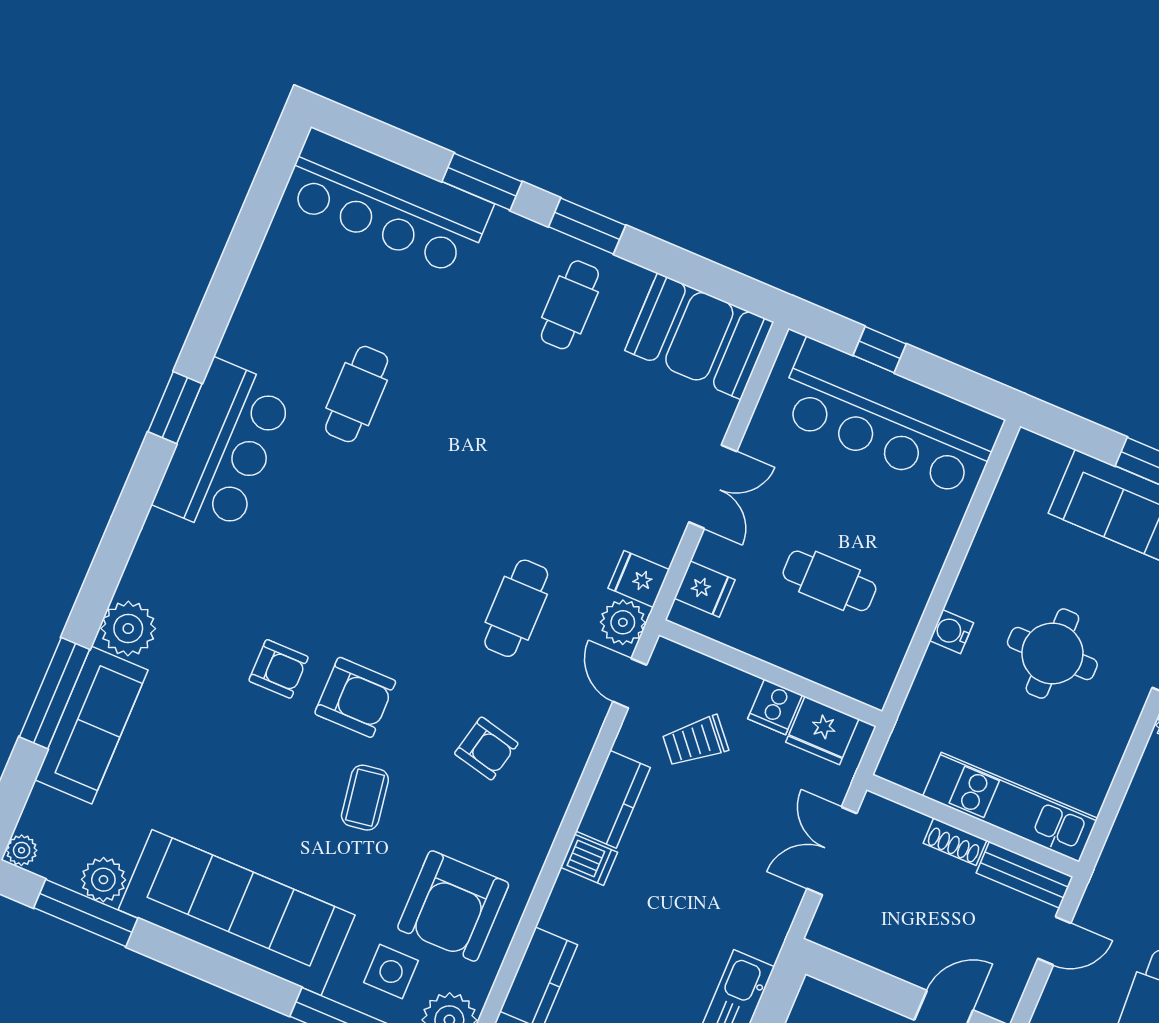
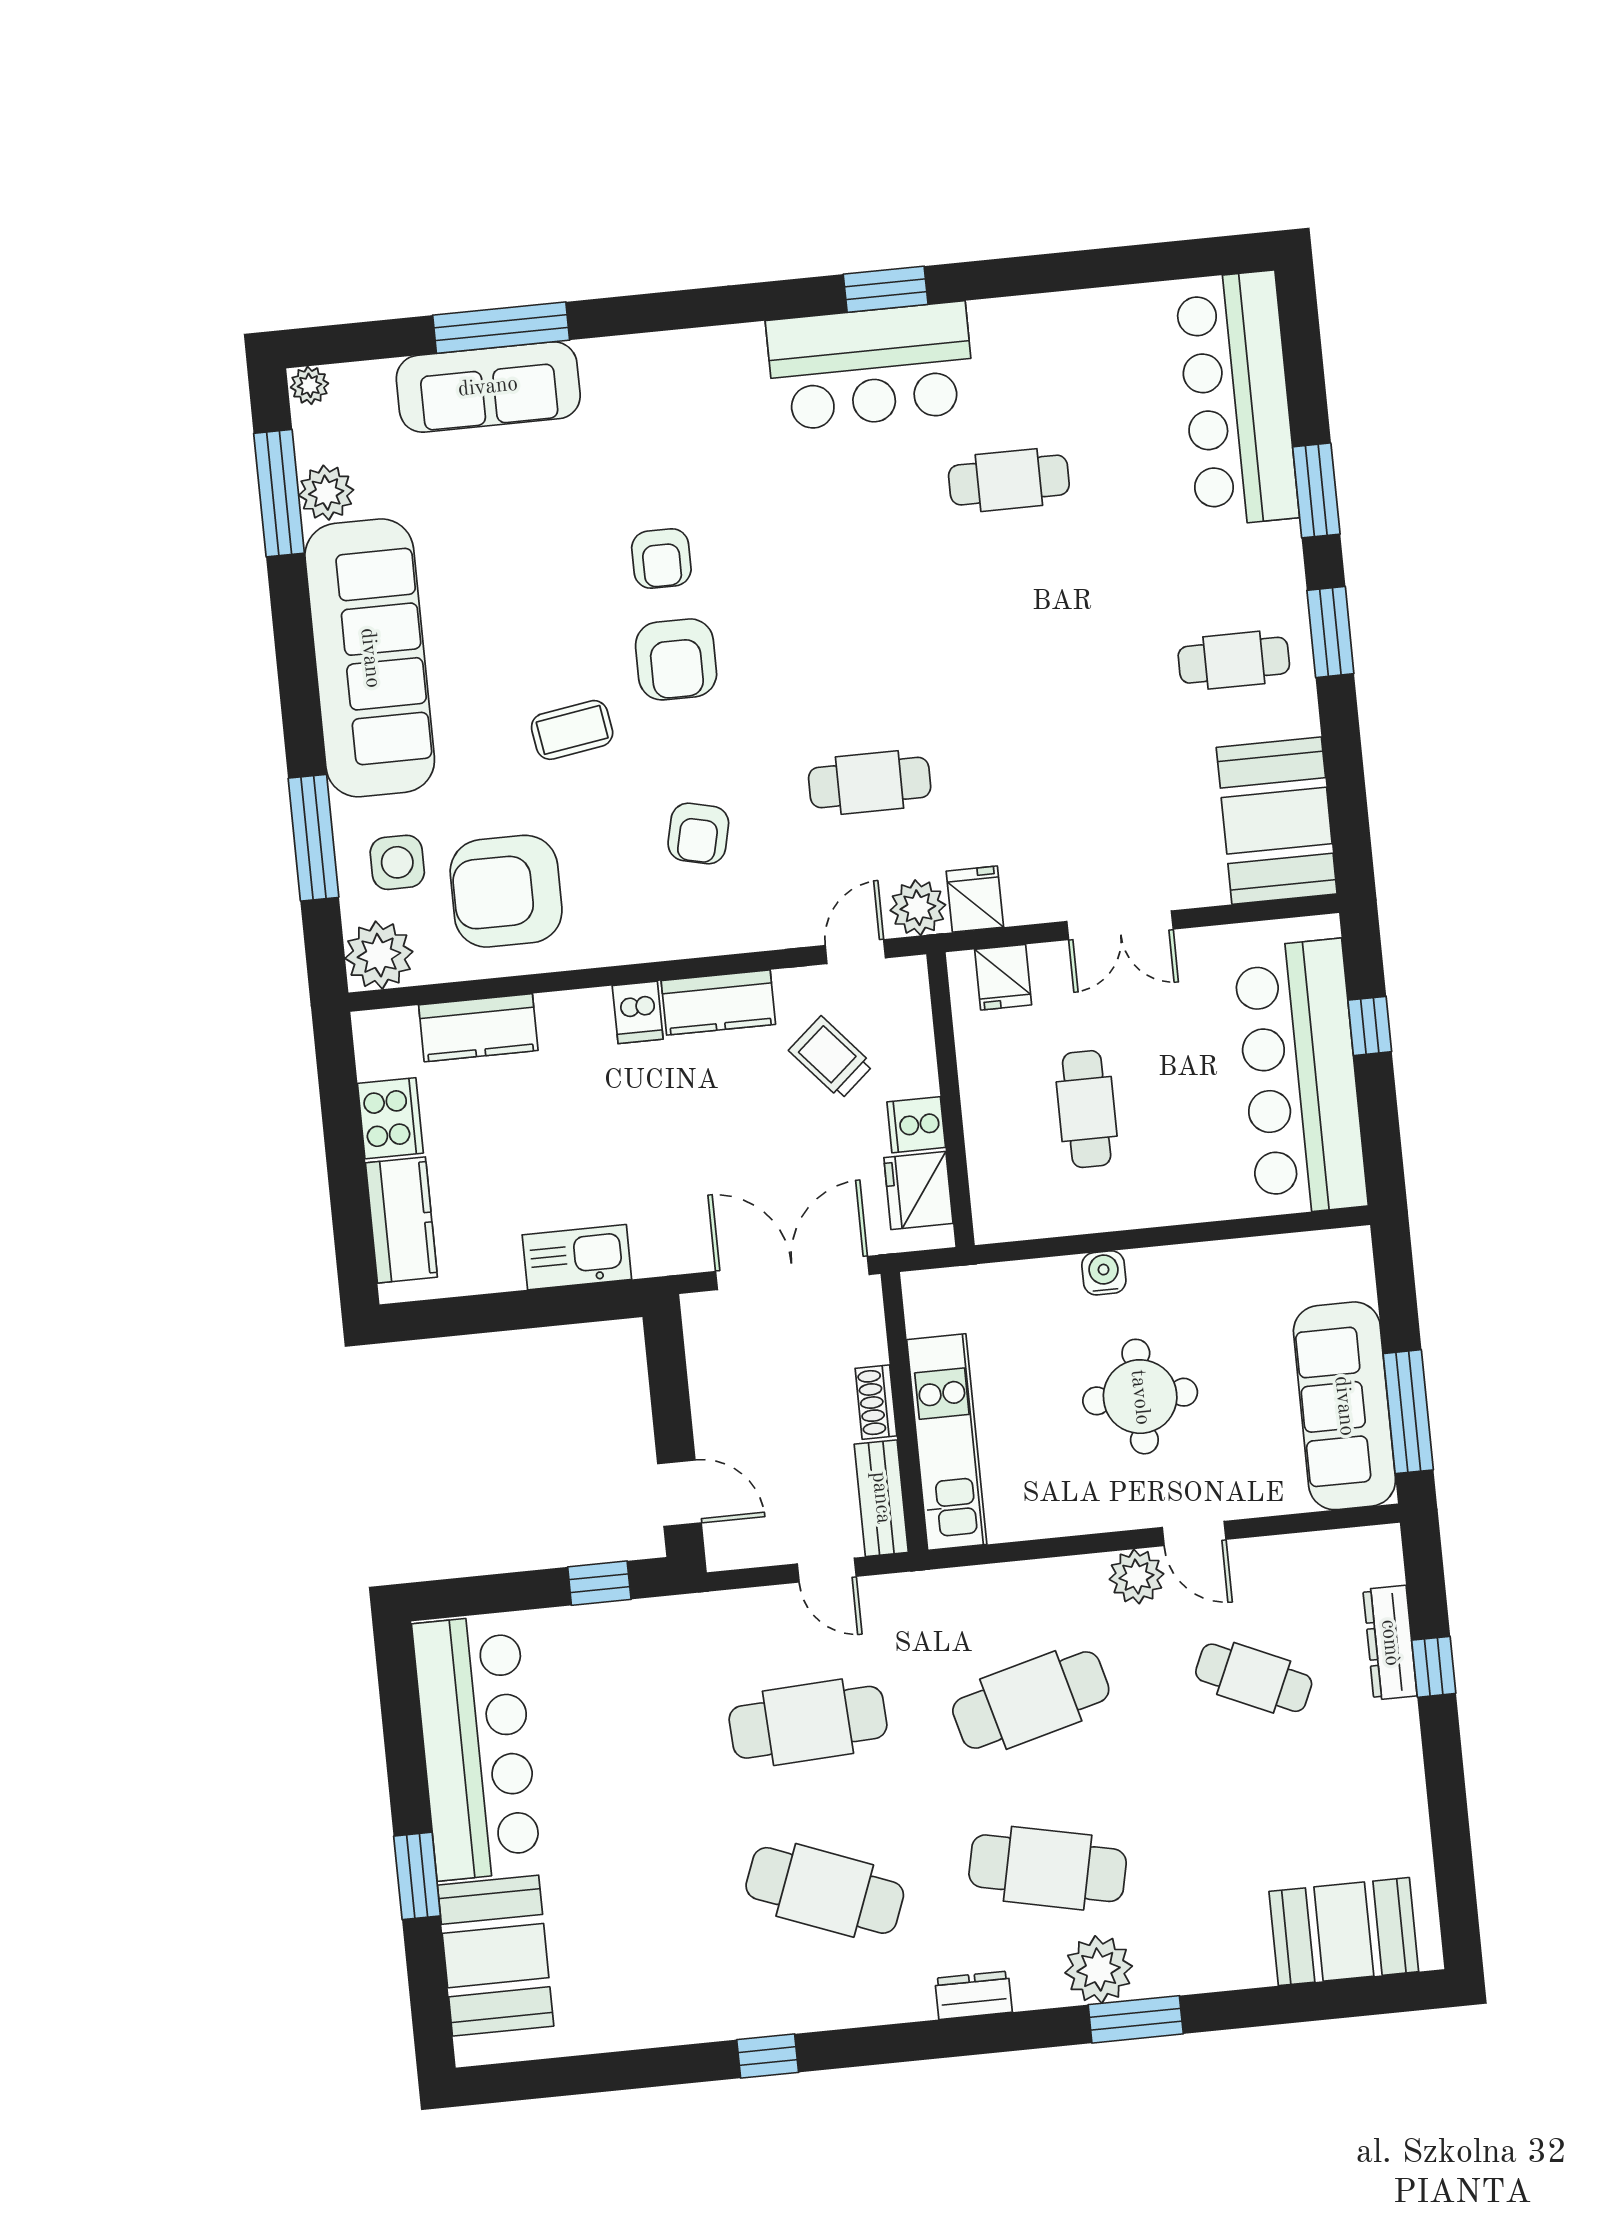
plant: (128, 629) -> (616, 370), removed
double door: (832, 851) -> (792, 1273), width x1.37

